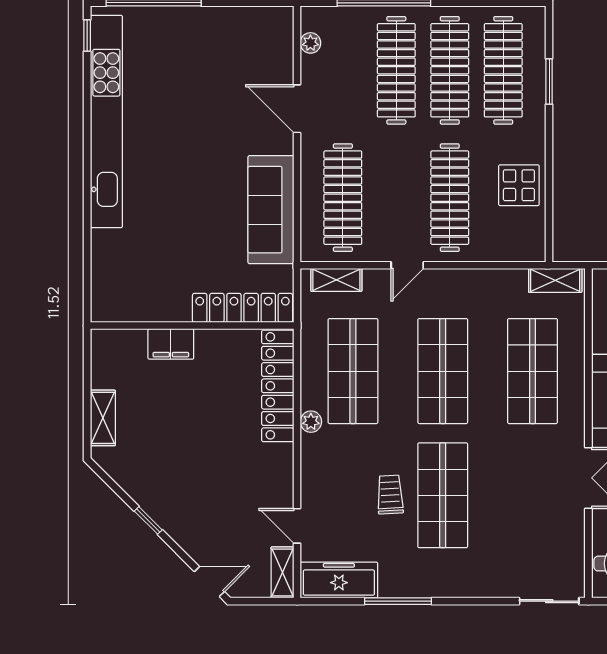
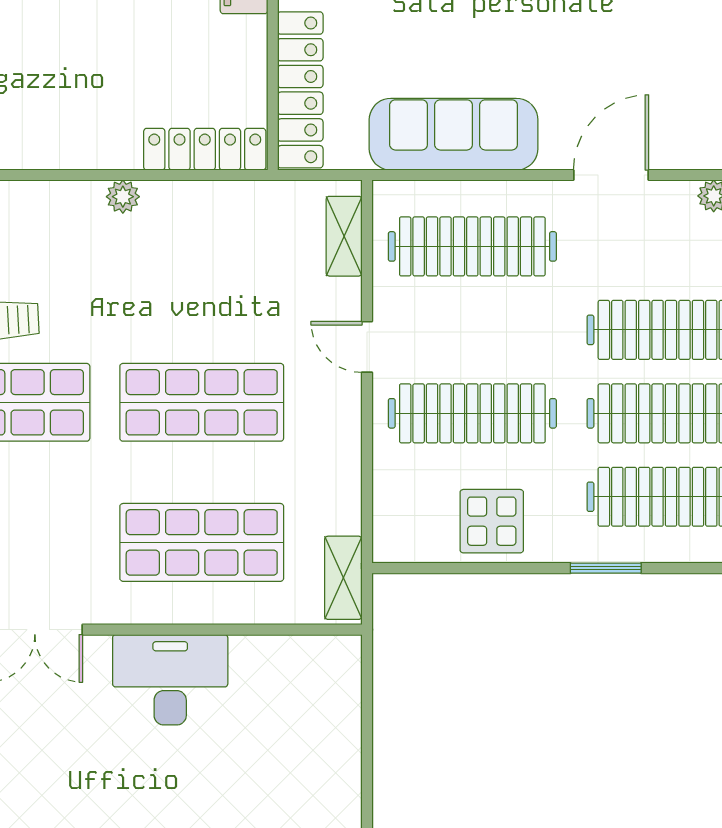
window: (549, 82) -> (606, 568), moved
shop shelf: (353, 371) -> (202, 262), removed
locker: (278, 386) -> (205, 149), width x0.71, depth x0.83

